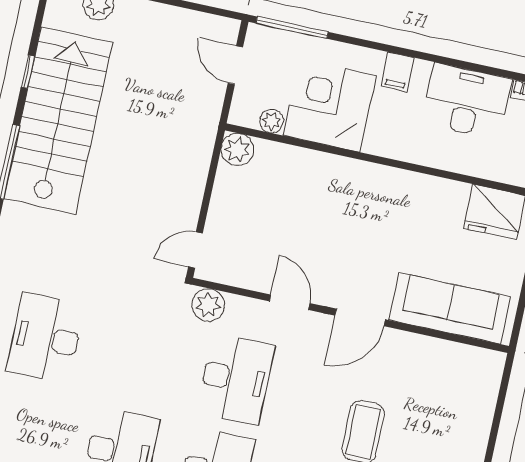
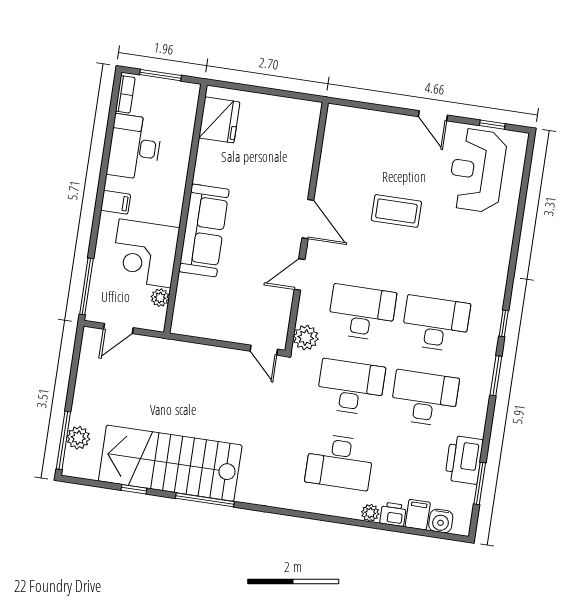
plant: (237, 150) -> (184, 323), removed
sofa: (450, 308) -> (204, 230), moved, turned 180
desk: (141, 358) -> (351, 387), added

